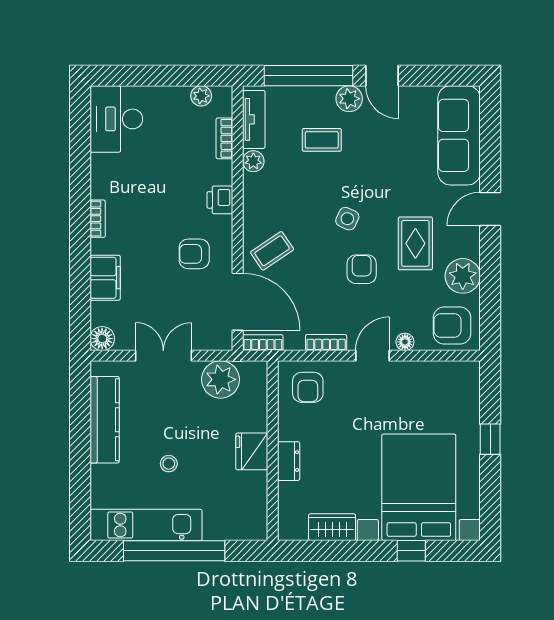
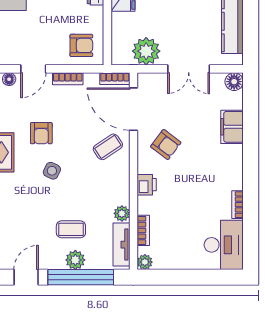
door: (382, 76) -> (26, 277), hinge flipped
plant: (201, 96) -> (145, 262), moved
plant: (349, 99) -> (75, 260), moved
bookcase: (98, 219) -> (238, 205), moved
armchair: (194, 254) -> (166, 145), turned 37
armchair: (308, 387) -> (81, 45), turned 90

